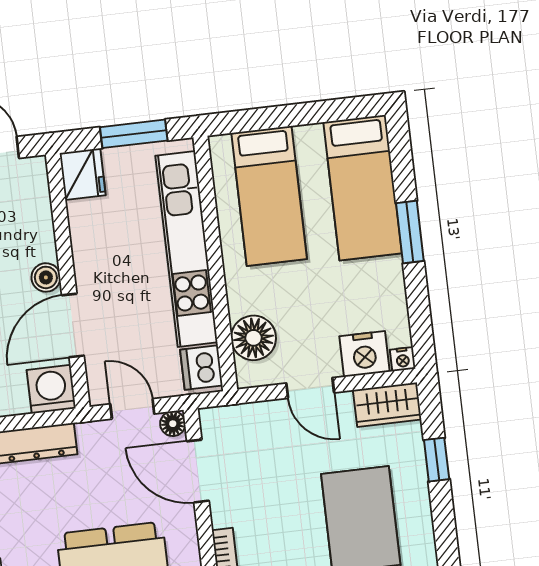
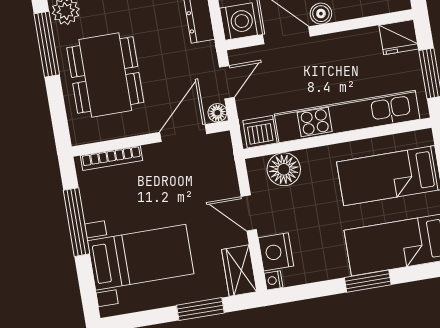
door: (310, 388) -> (249, 213), hinge flipped
window: (437, 460) -> (200, 309), width x1.50

